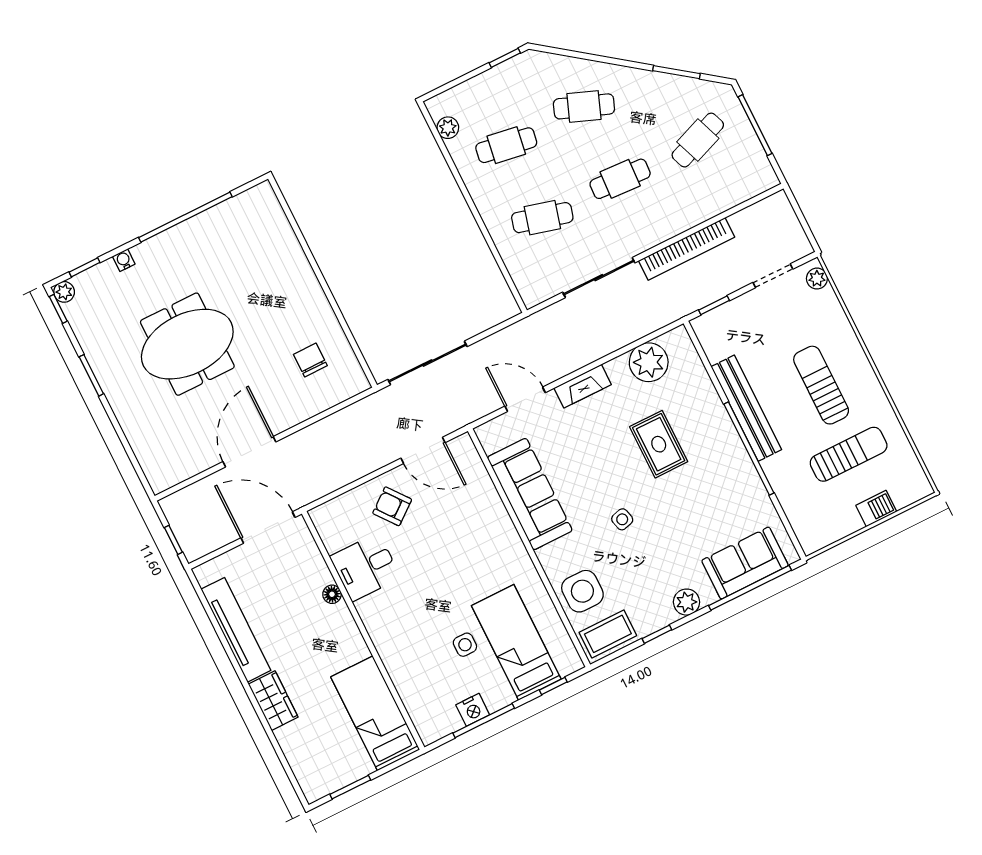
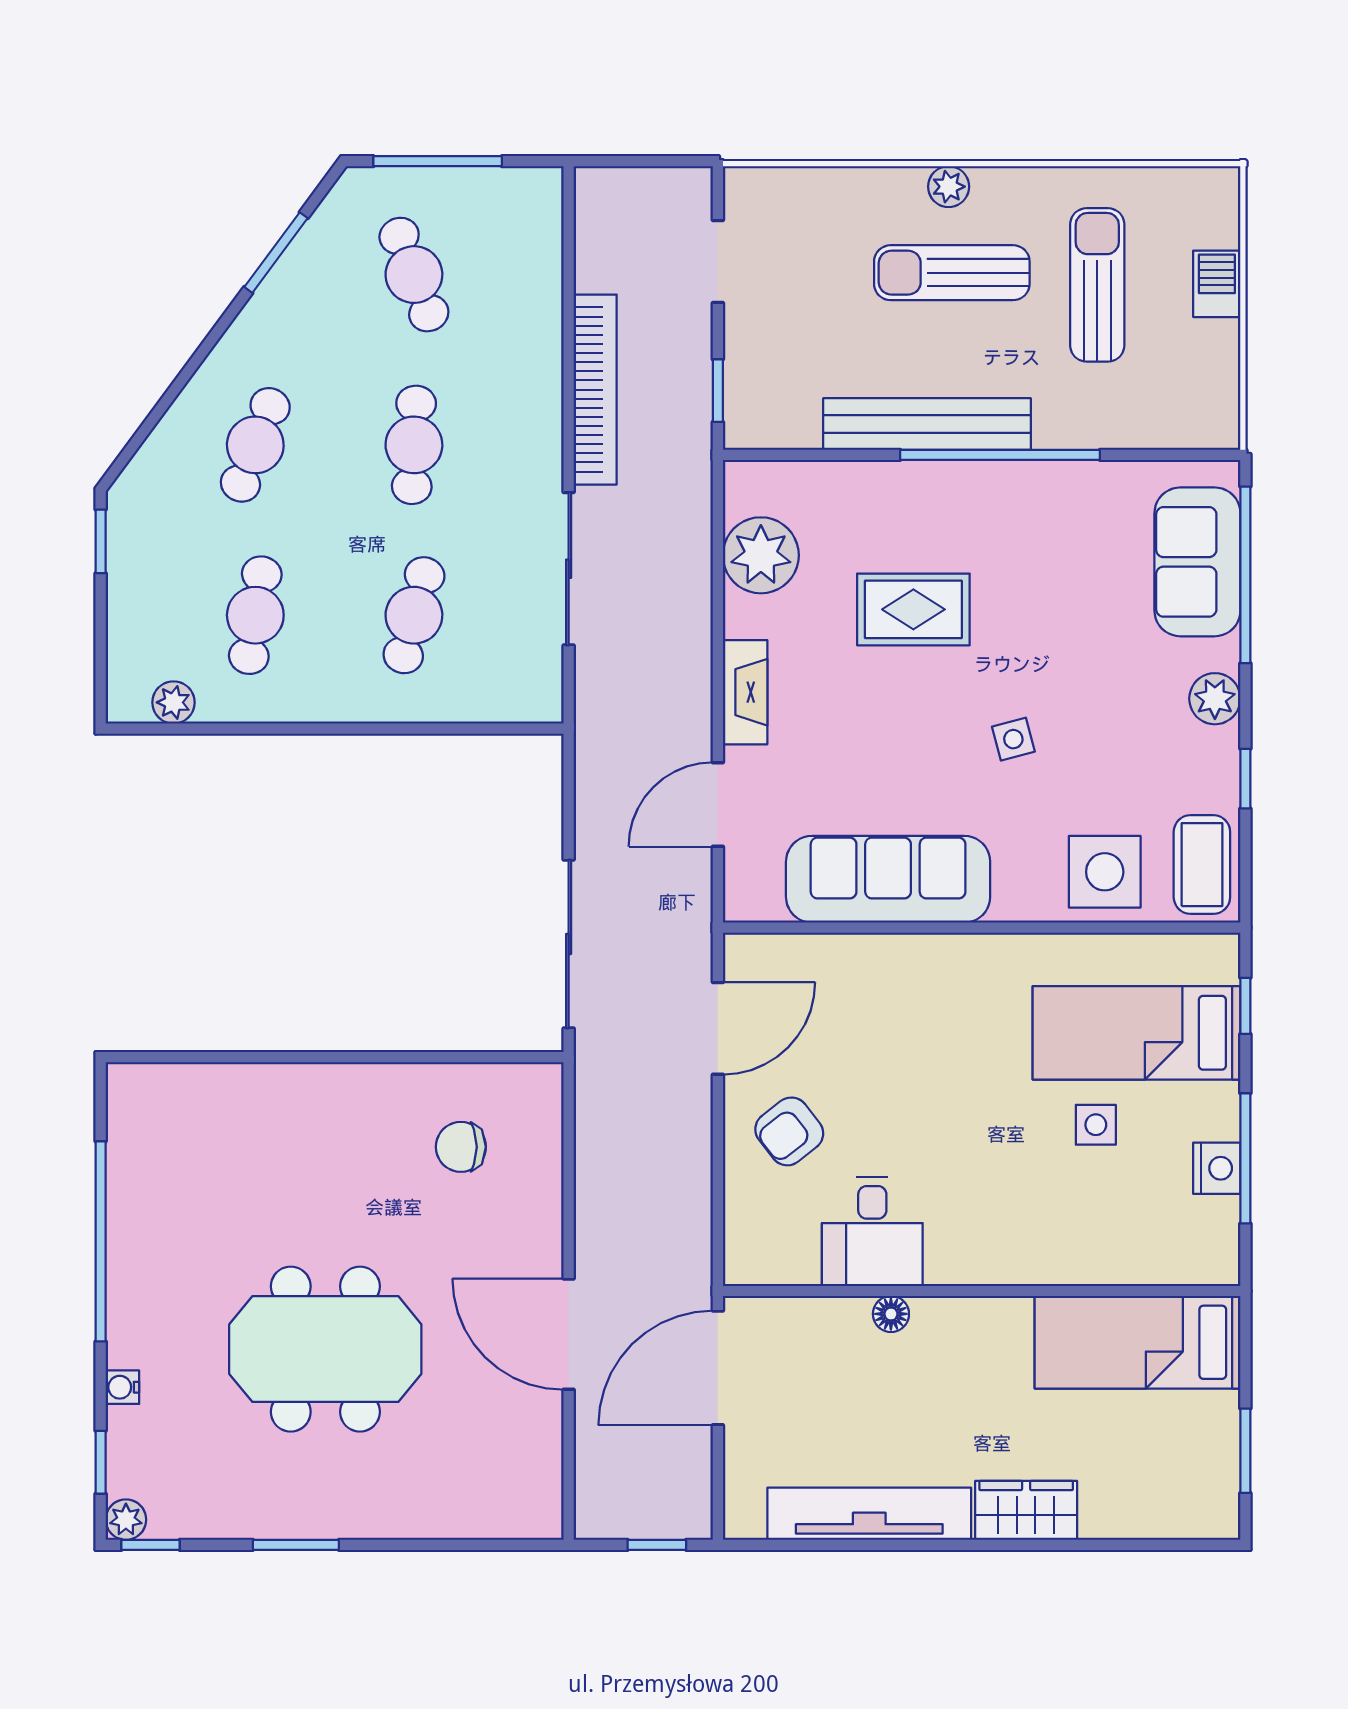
plant: (817, 279) -> (949, 187), moved
meeting table: (187, 344) -> (325, 1349), turned 90

